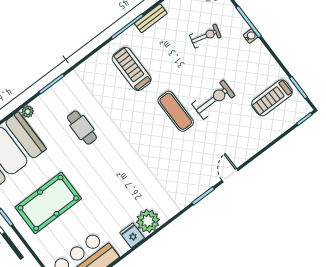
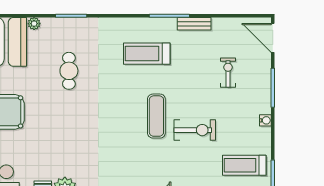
exercise bike: (205, 36) -> (228, 73), turned -104
water cooler: (251, 36) -> (265, 120), moved
treadmill: (132, 69) -> (147, 54), turned -90

